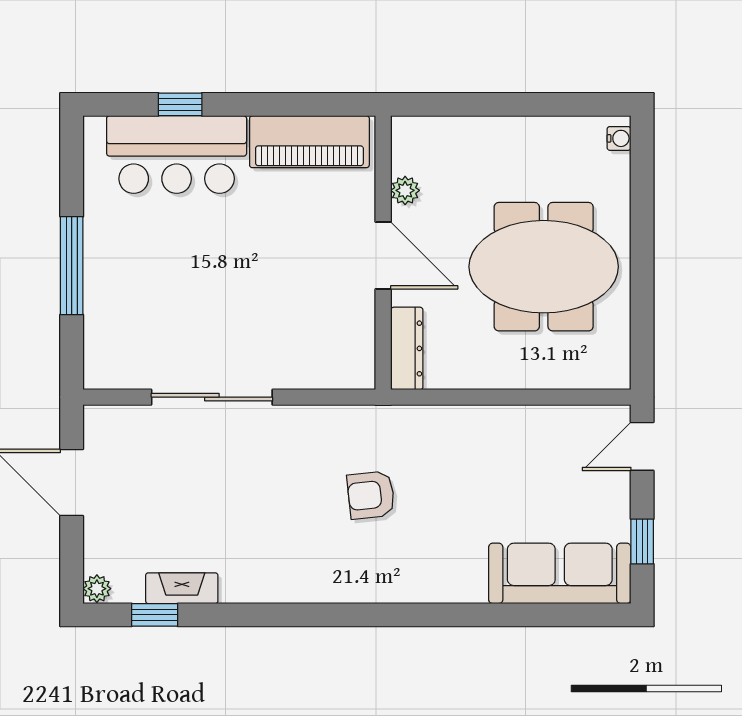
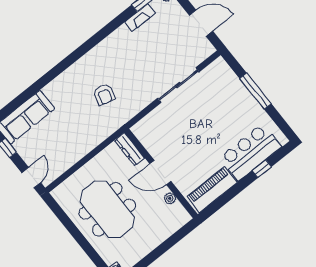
meeting table: (544, 267) -> (107, 209), turned 90
armchair: (371, 495) -> (104, 94), turned 111

